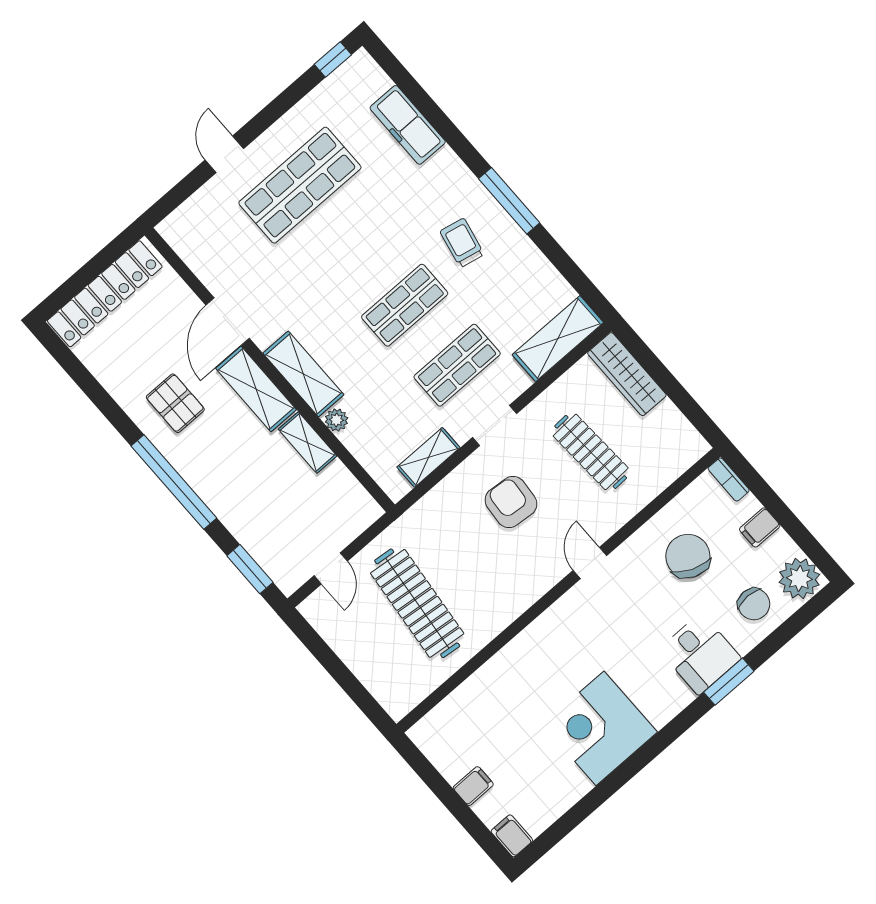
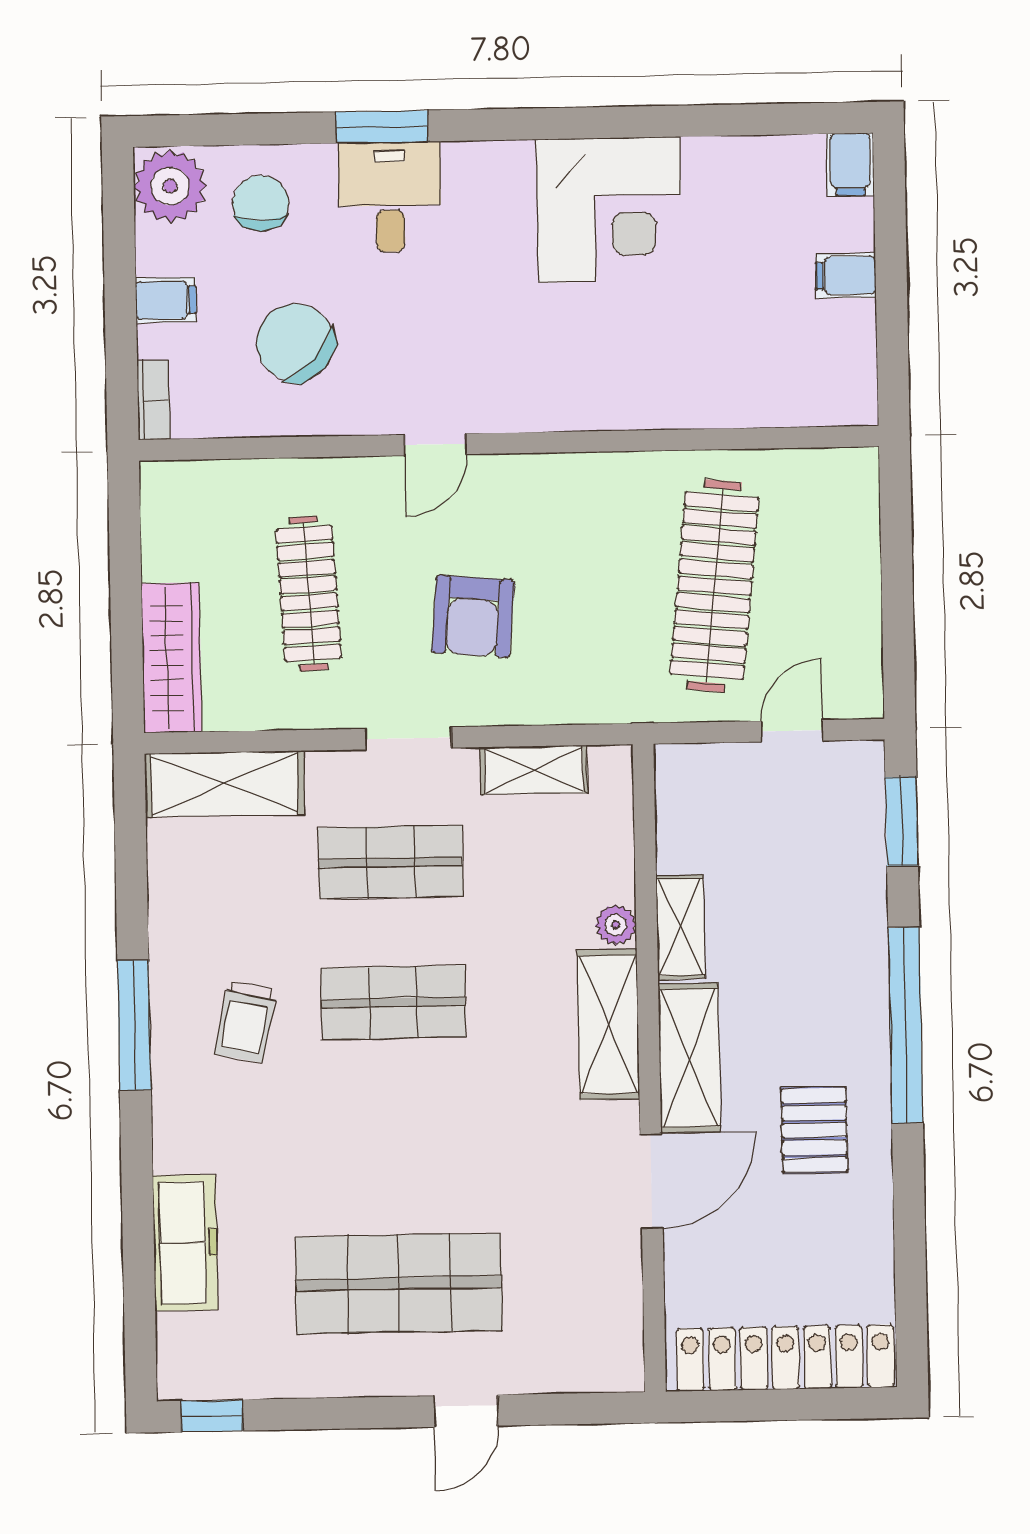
chair: (688, 556) -> (295, 343), turned 111

